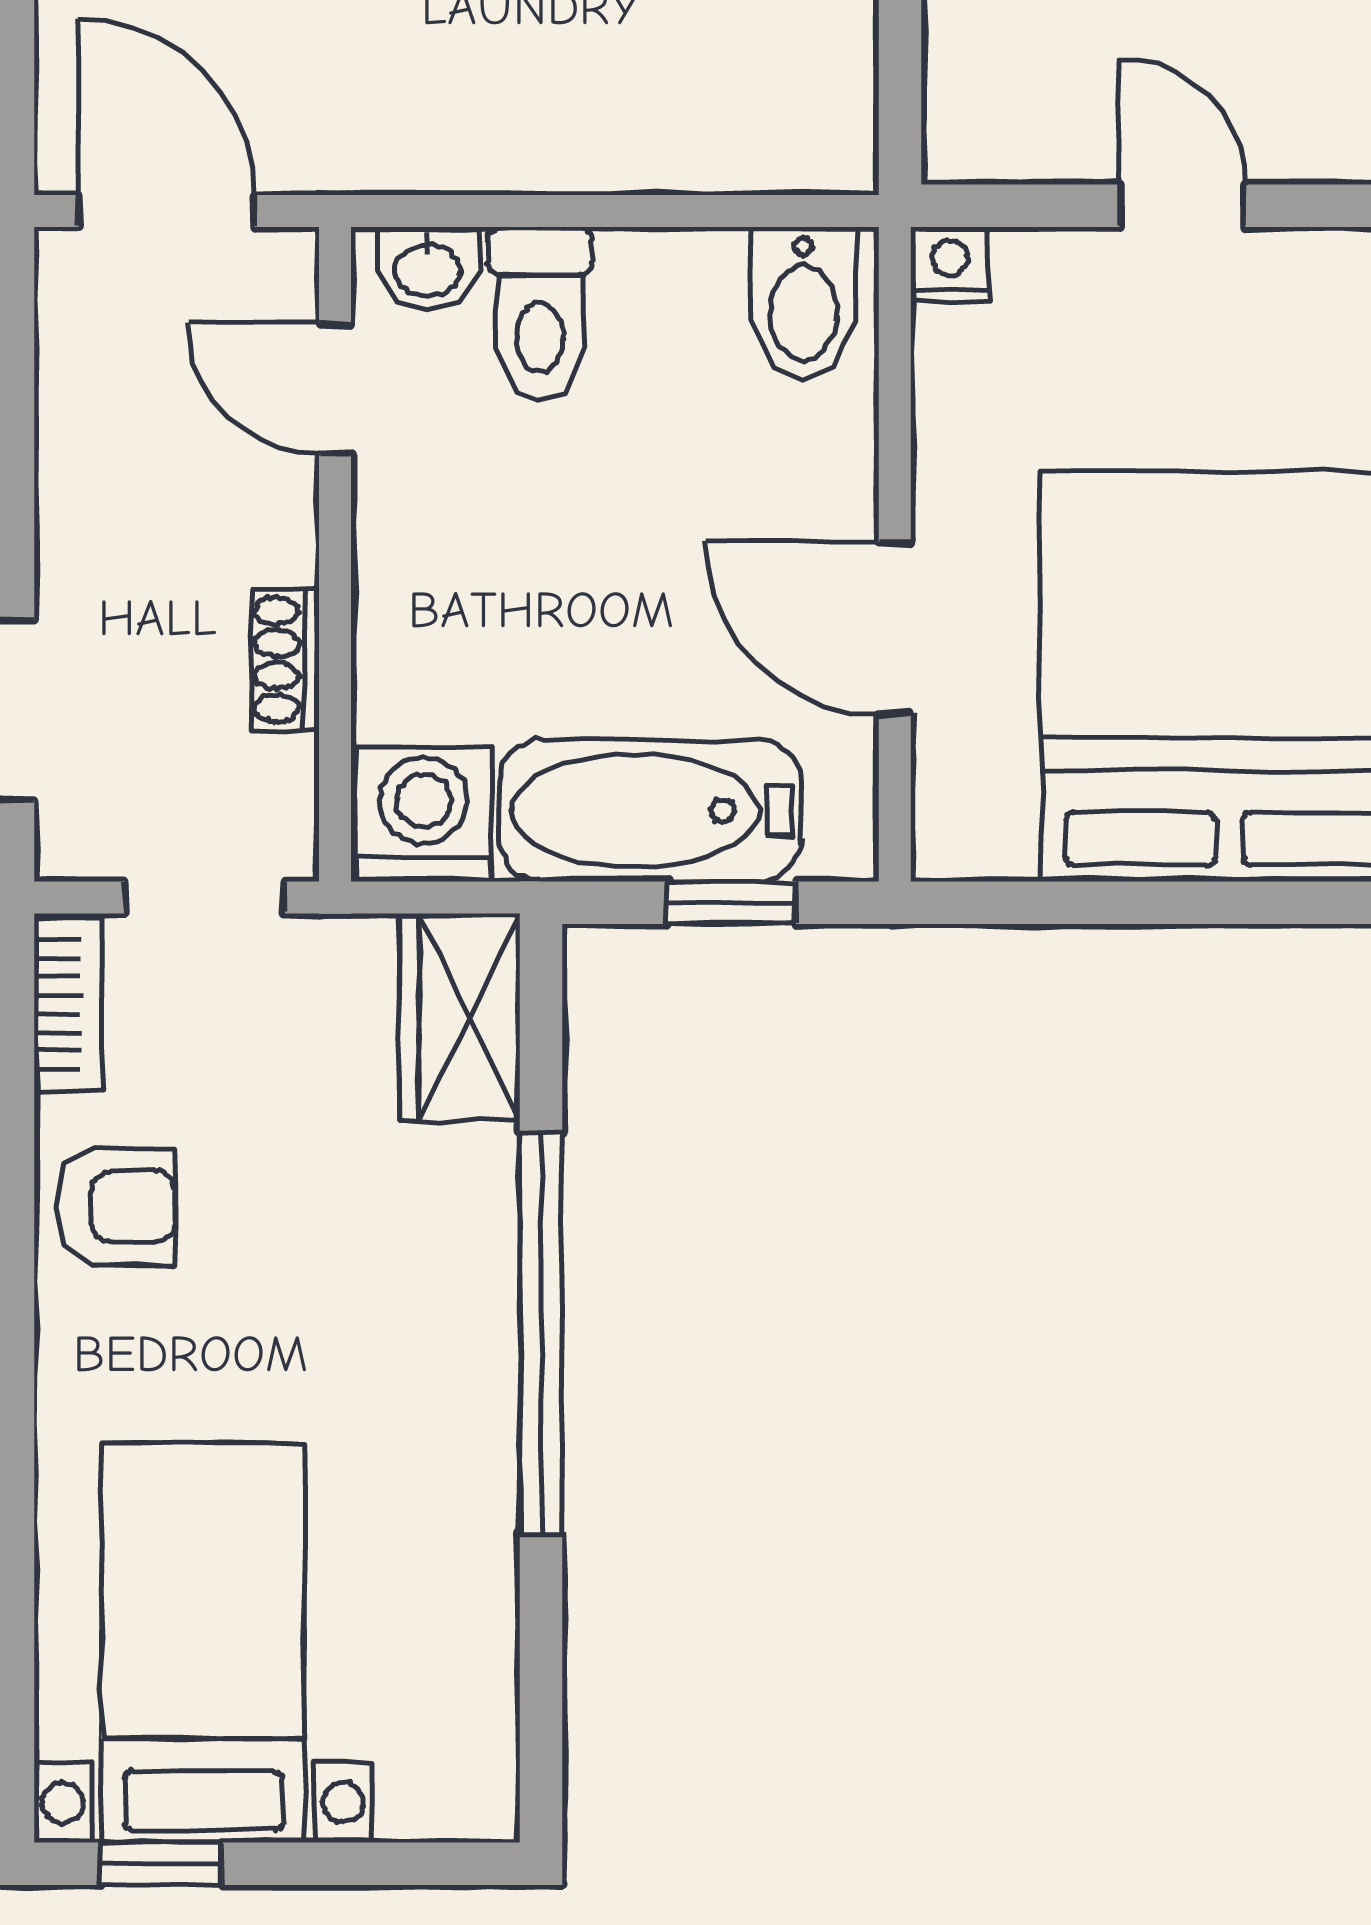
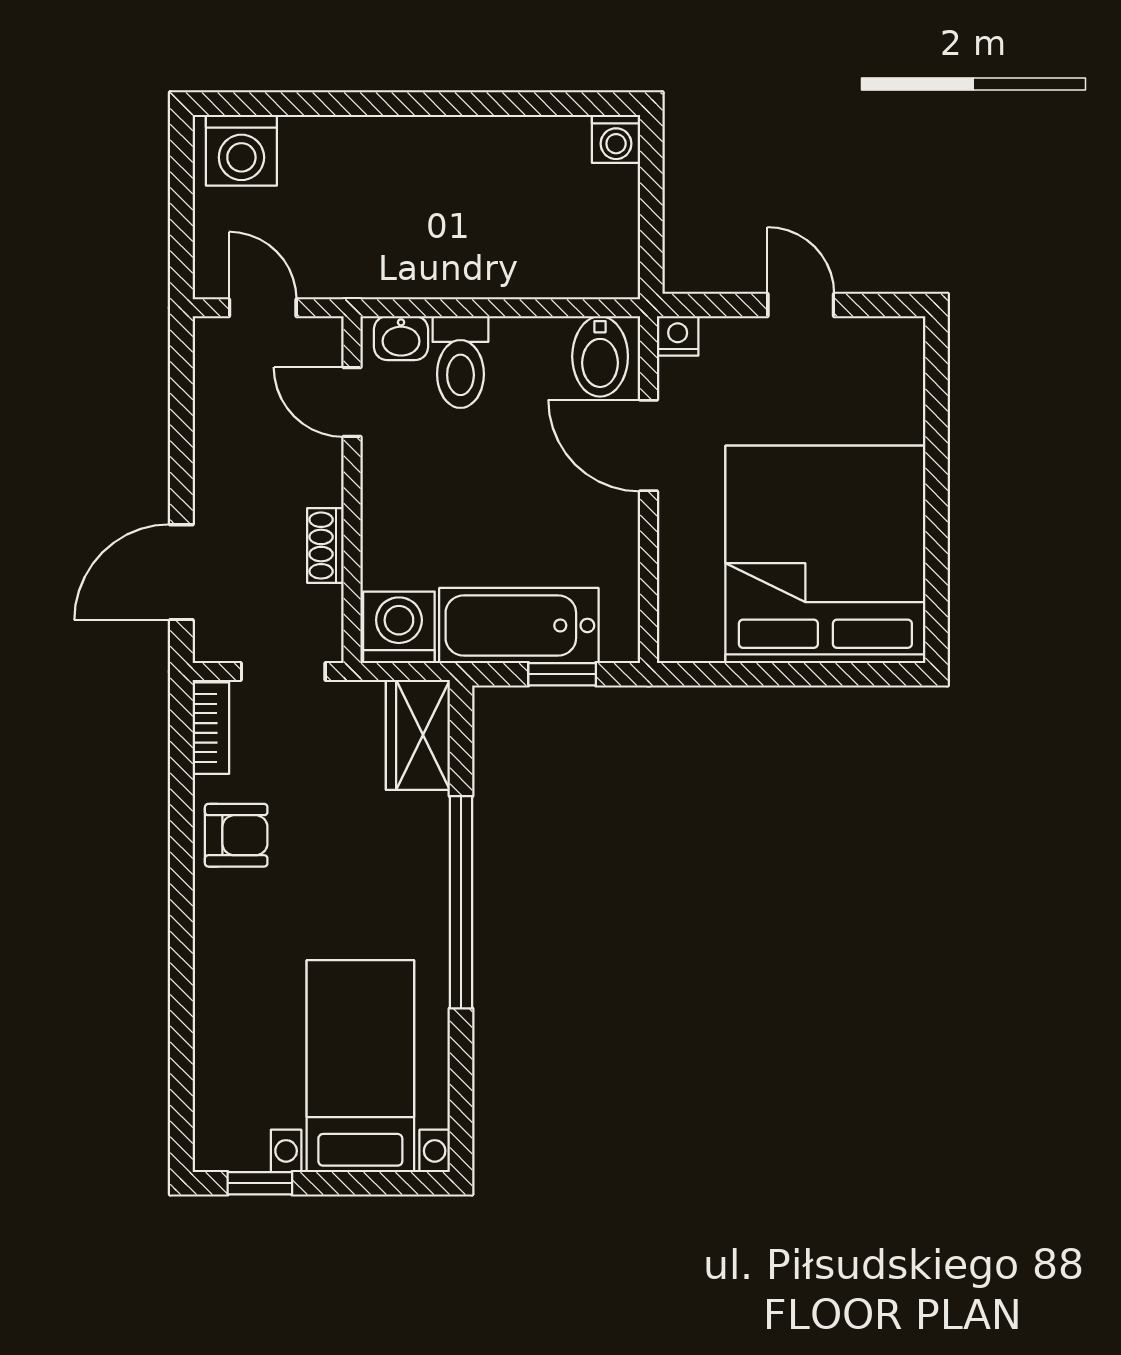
door: (166, 211) -> (263, 308), width x0.73
door: (895, 628) -> (648, 446), moved
bed with nightstands: (203, 1643) -> (360, 1066), moved

